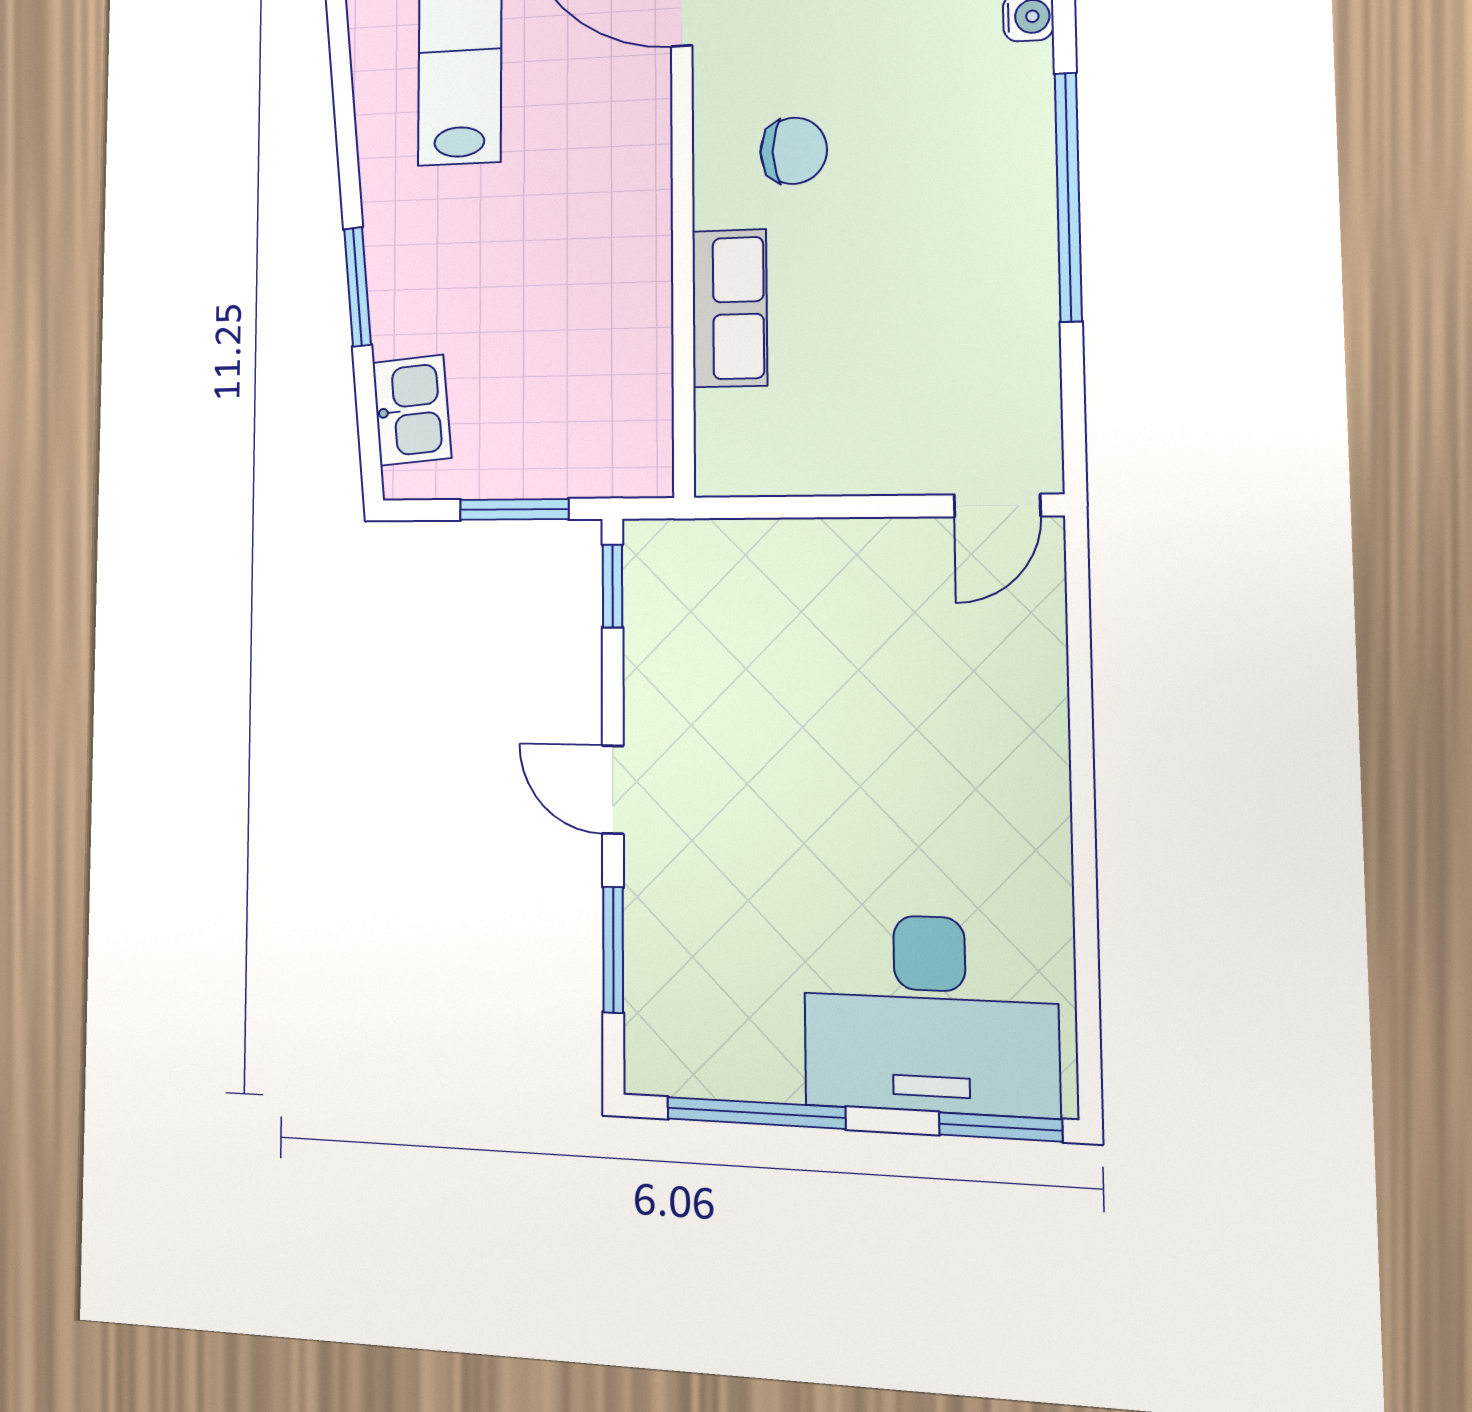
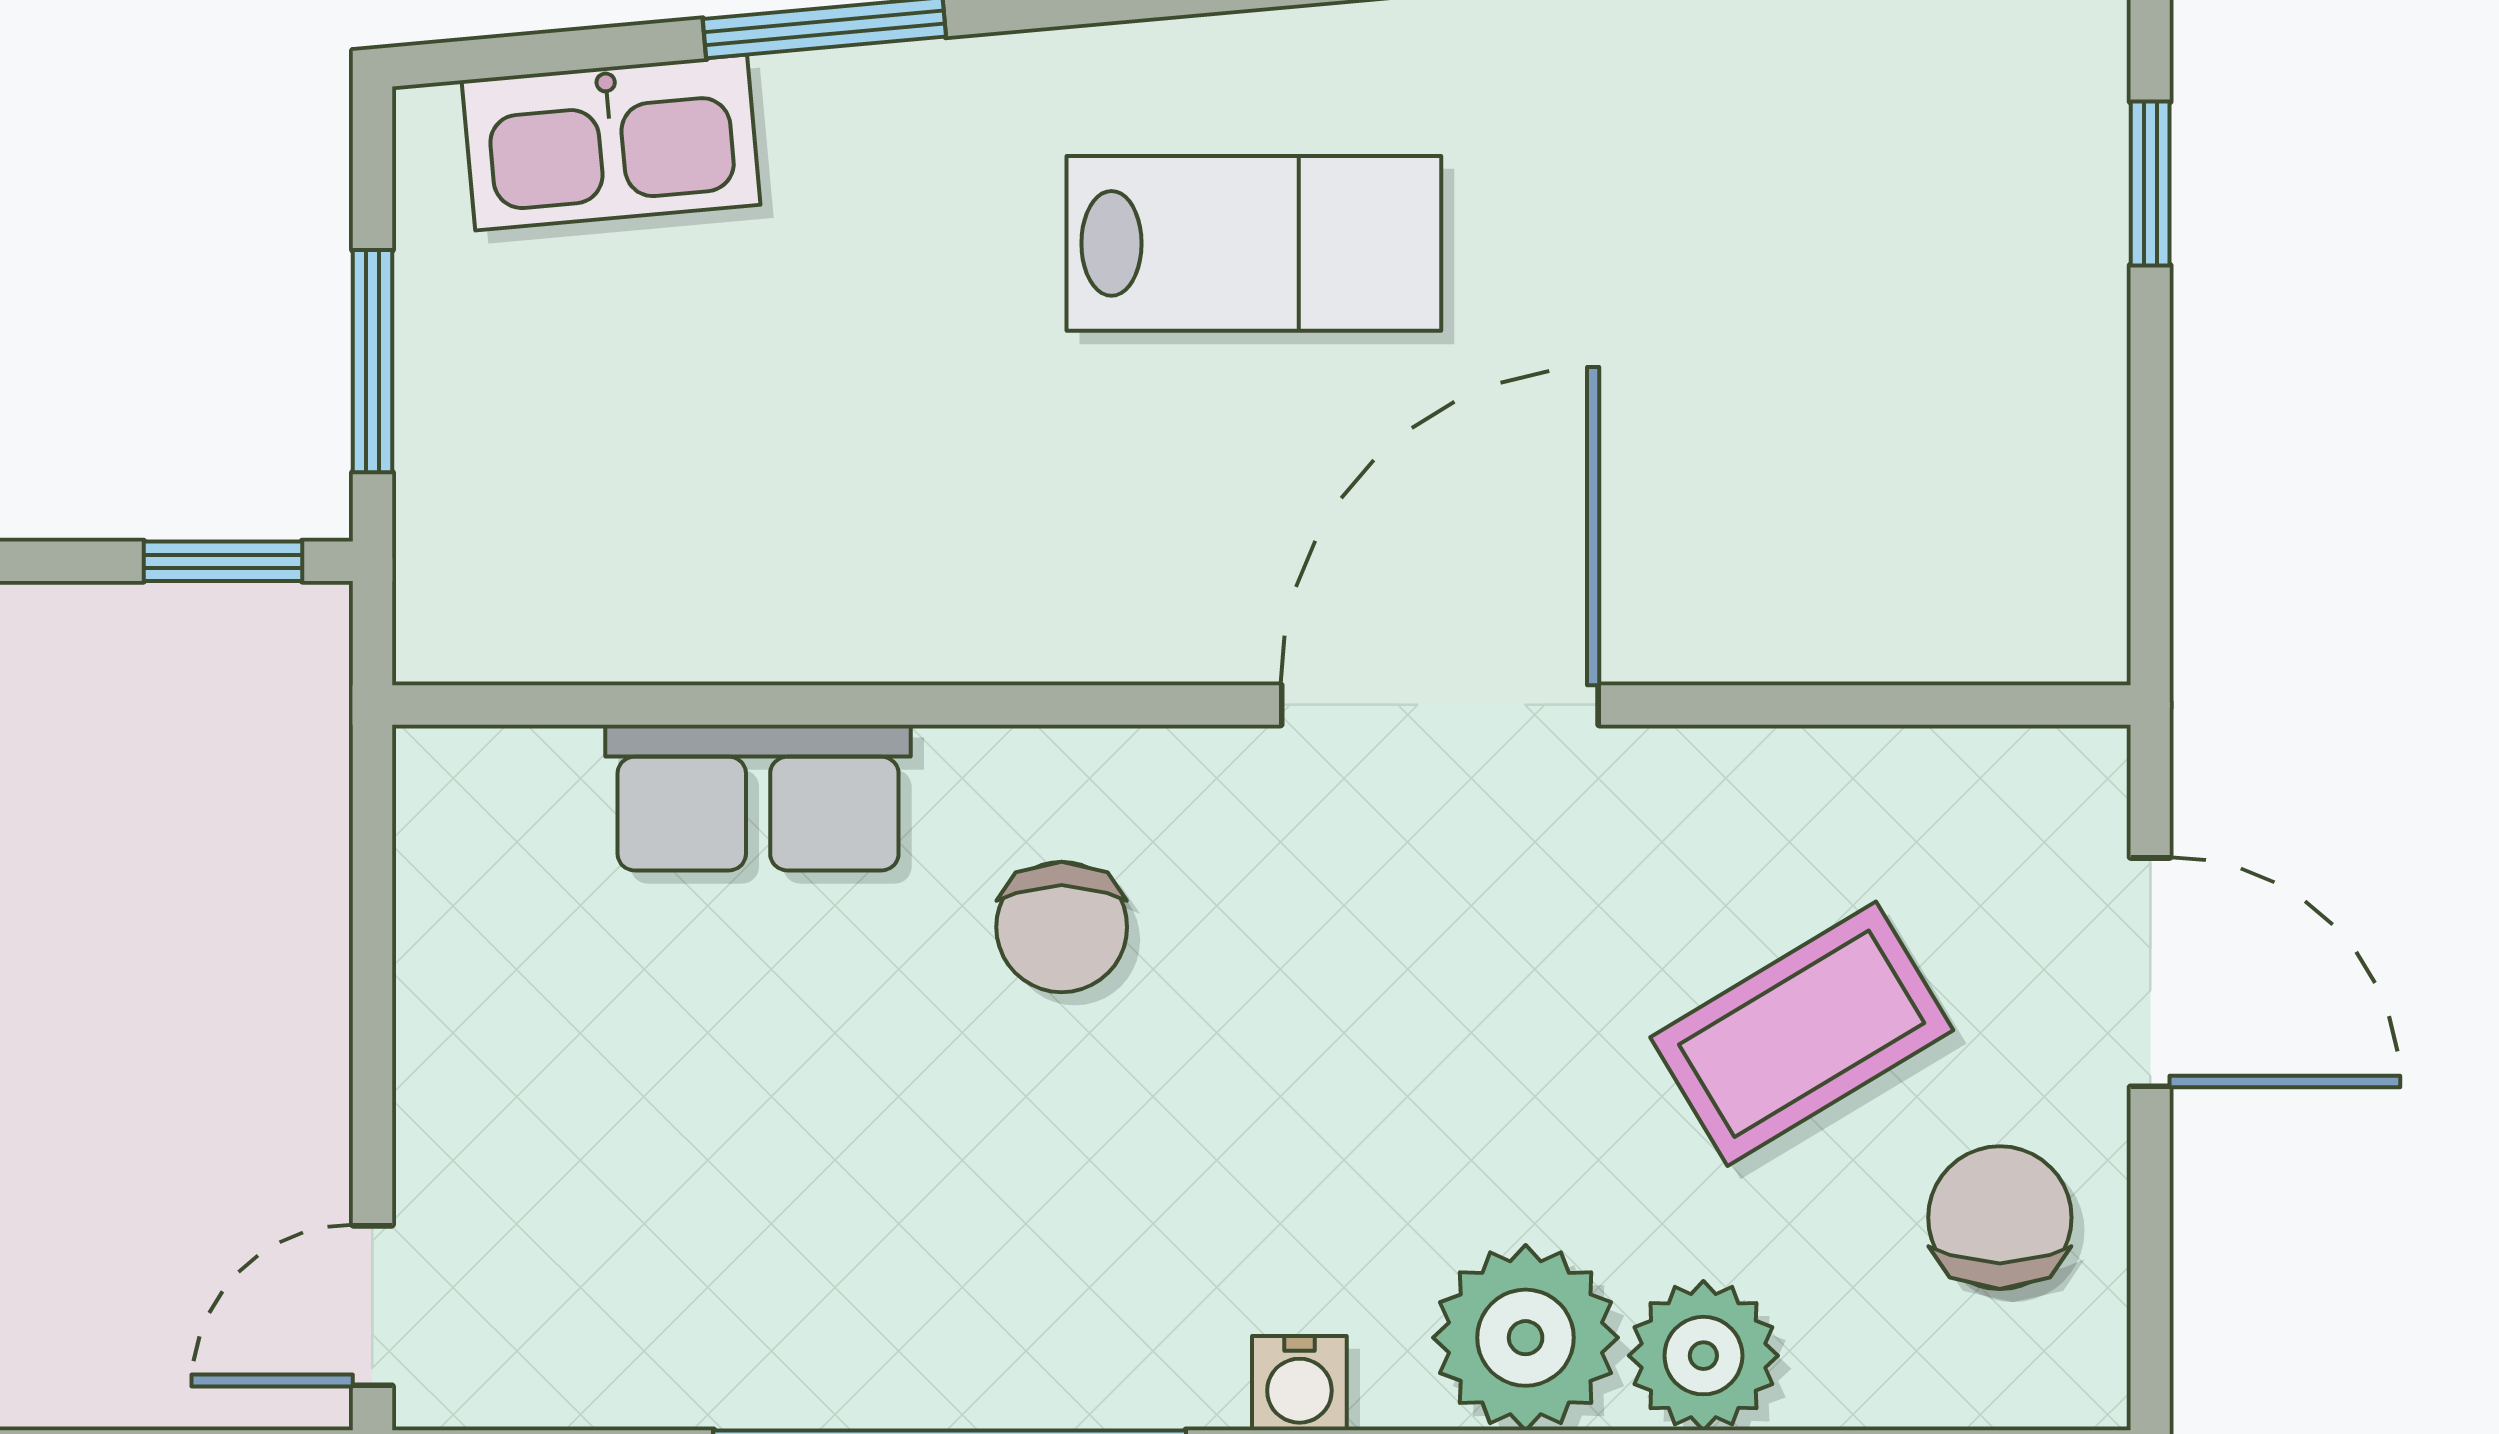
kitchen sink: (412, 410) -> (611, 143), width x1.38
door: (997, 505) -> (372, 1306), hinge flipped

